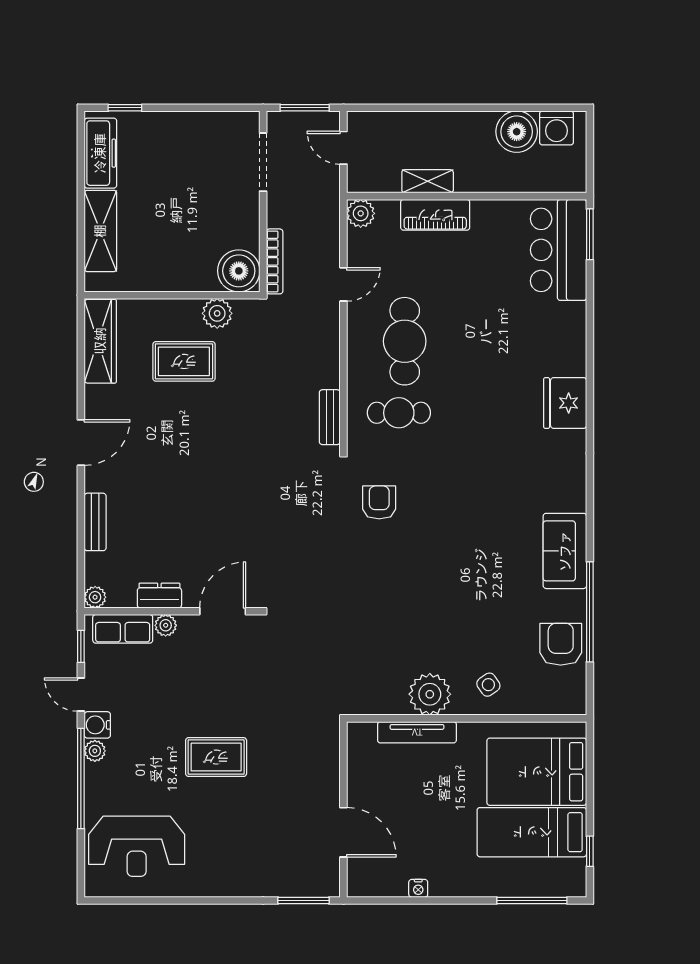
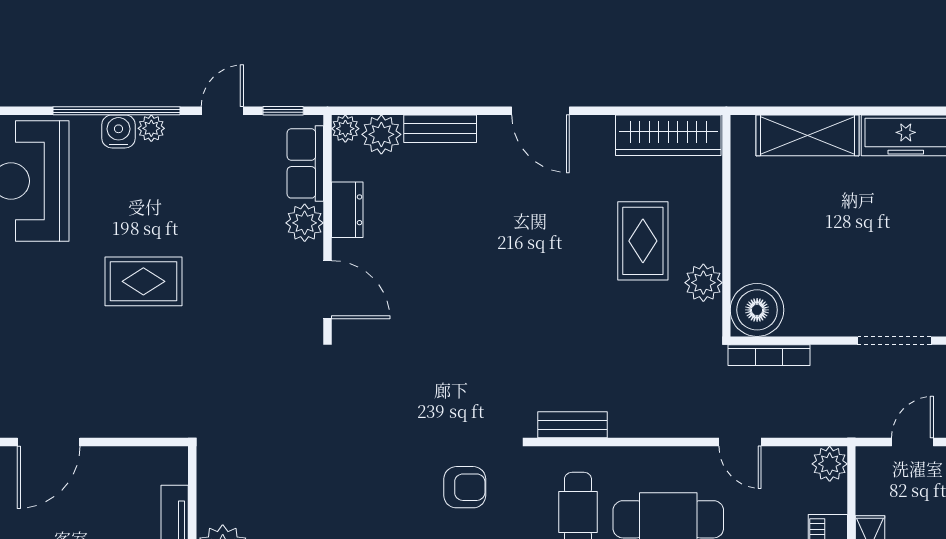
plant: (100, 569) -> (381, 134), added
plant: (166, 625) -> (305, 223), width x1.38, depth x1.38
water cooler: (97, 725) -> (119, 131), moved
rug: (216, 757) -> (143, 281), turned 90

